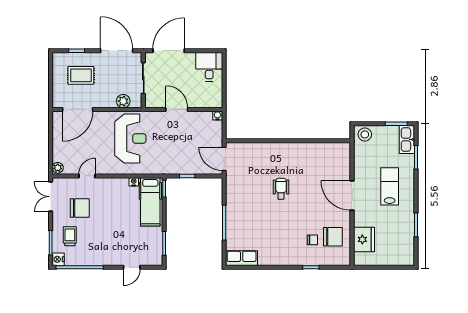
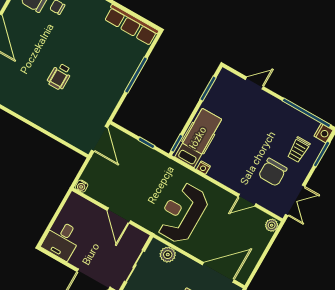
chair: (80, 208) -> (273, 172), turned -90
row of seats: (242, 258) -> (131, 25), width x1.48

